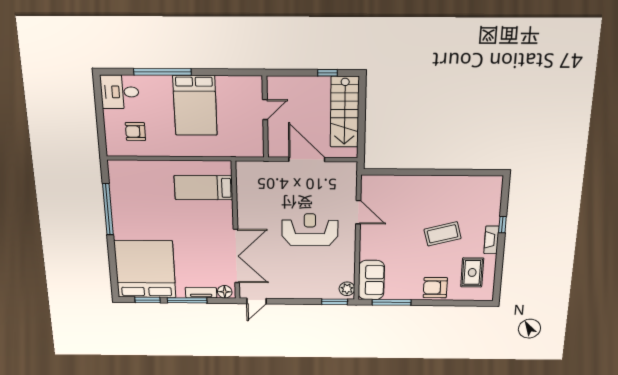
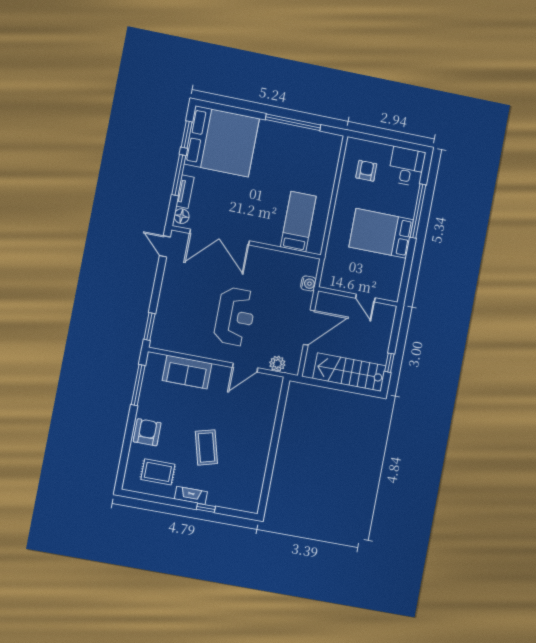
water cooler: (263, 168) -> (308, 283), added
sofa: (371, 280) -> (187, 372), moved
plant: (347, 289) -> (277, 364), moved

